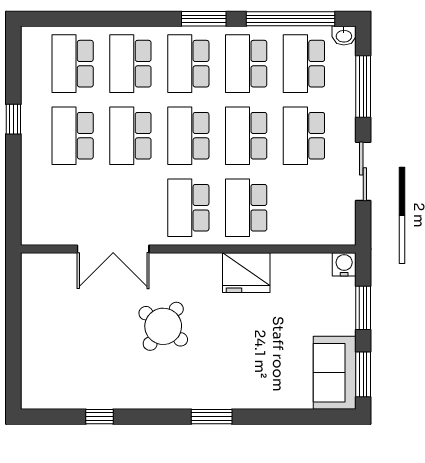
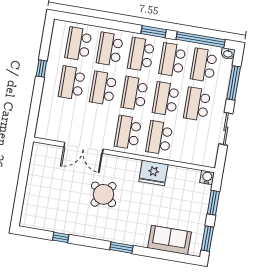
sofa: (335, 373) -> (169, 240), moved, turned 90

